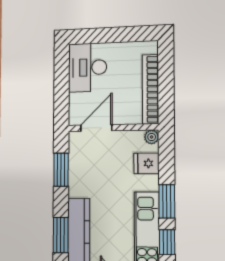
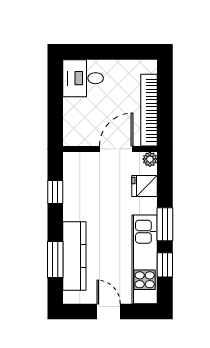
desk: (87, 67) -> (83, 78), width x0.73
door: (96, 128) -> (116, 149), moved
window: (61, 170) -> (55, 192), width x0.67

